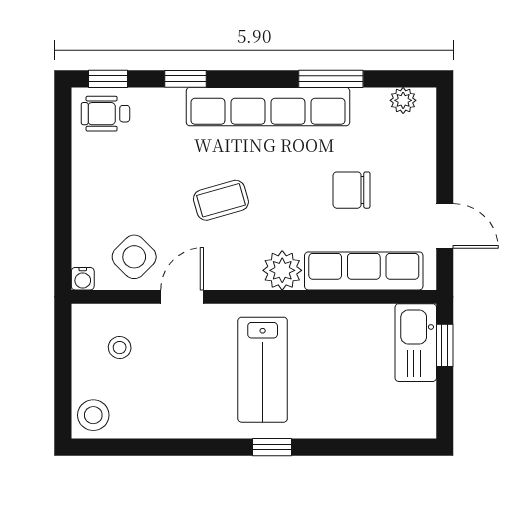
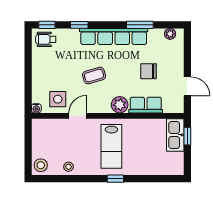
side table: (134, 257) -> (58, 99), turned 45
row of seats: (364, 271) -> (146, 105), width x0.68
stool: (120, 348) -> (68, 167), moved

